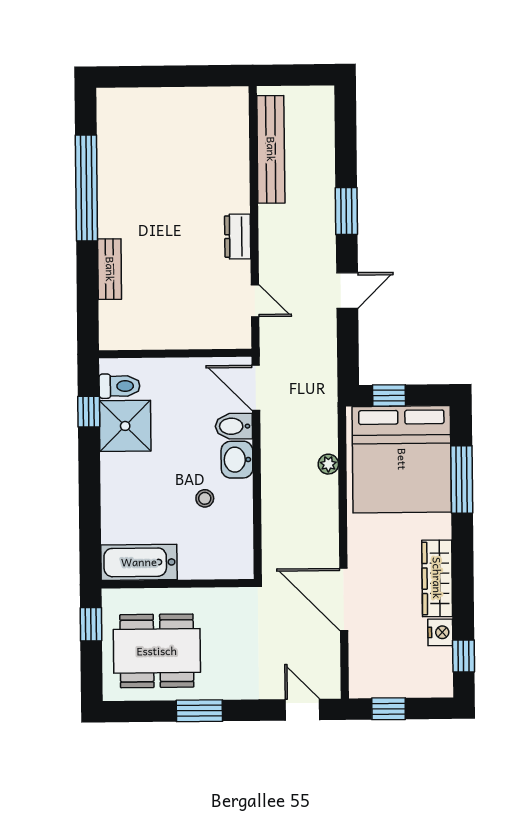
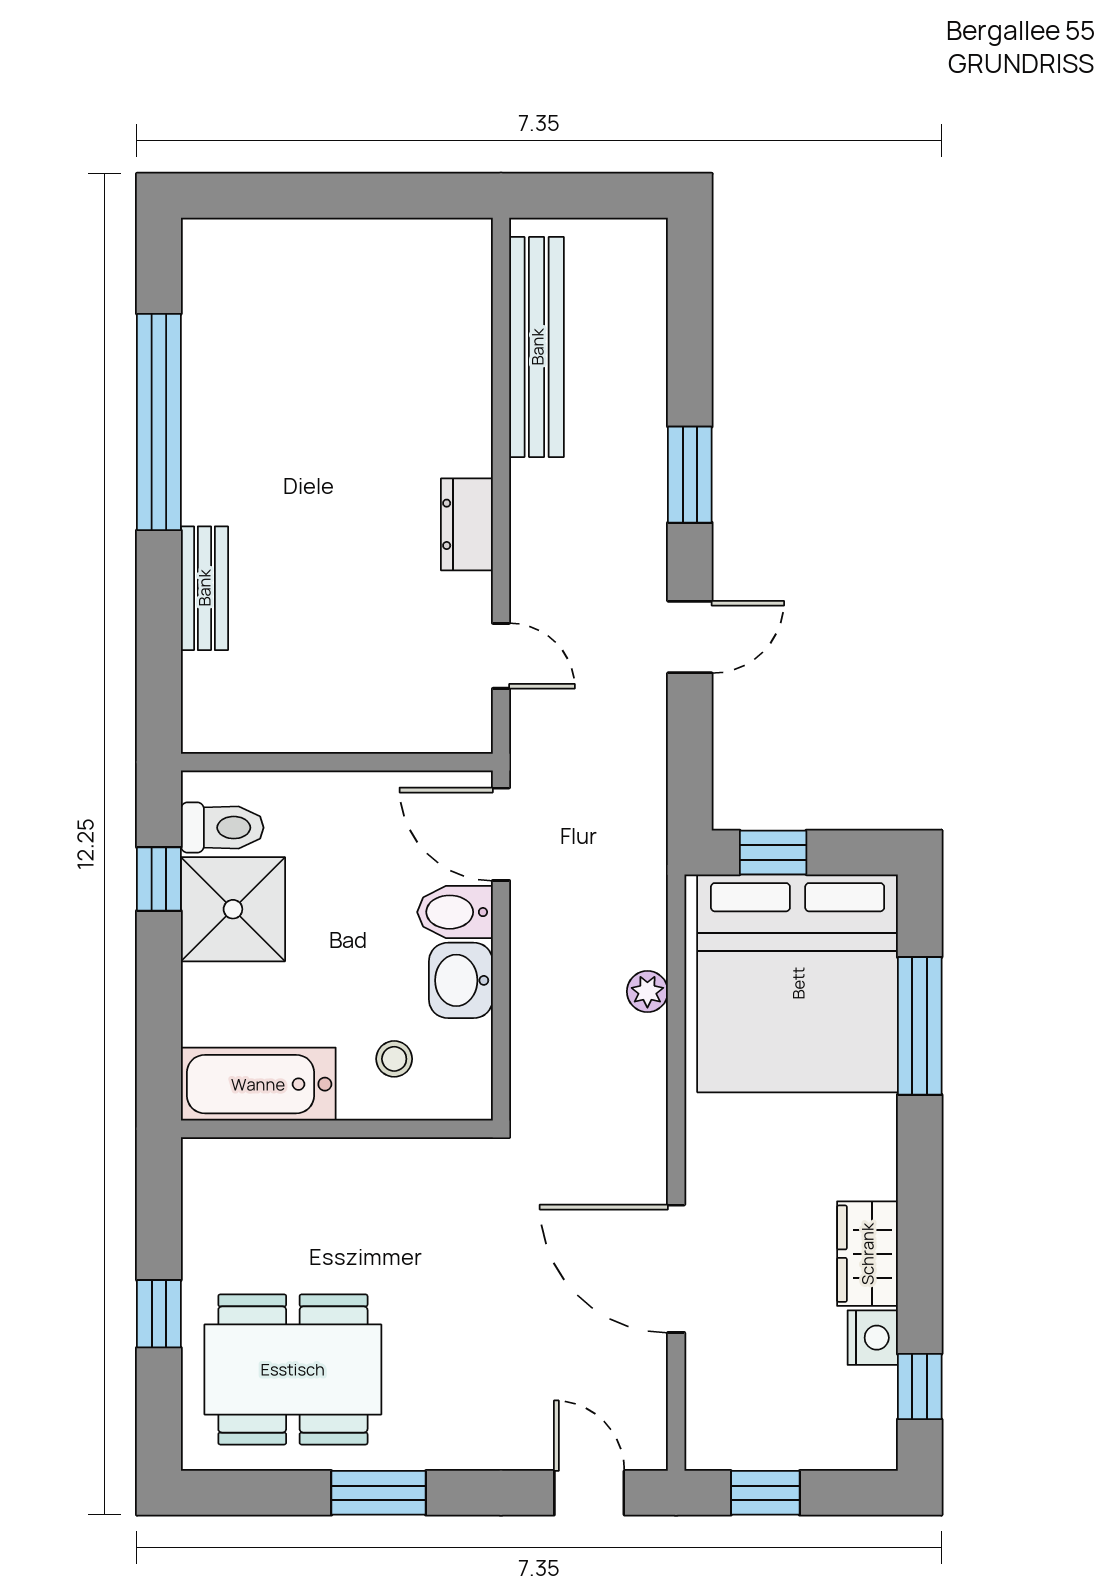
bathtub: (139, 562) -> (258, 1084), moved
wardrobe: (437, 578) -> (867, 1254), width x0.67
wall: (178, 584) -> (337, 1129), moved

